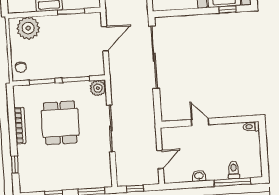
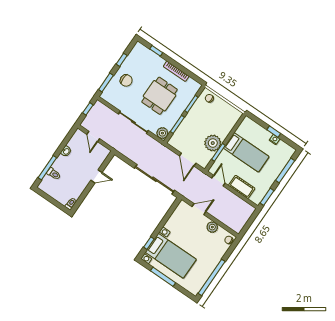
plant: (28, 28) -> (213, 143), moved
dining table: (60, 123) -> (160, 96), turned 90
chair: (72, 172) -> (126, 80), added

